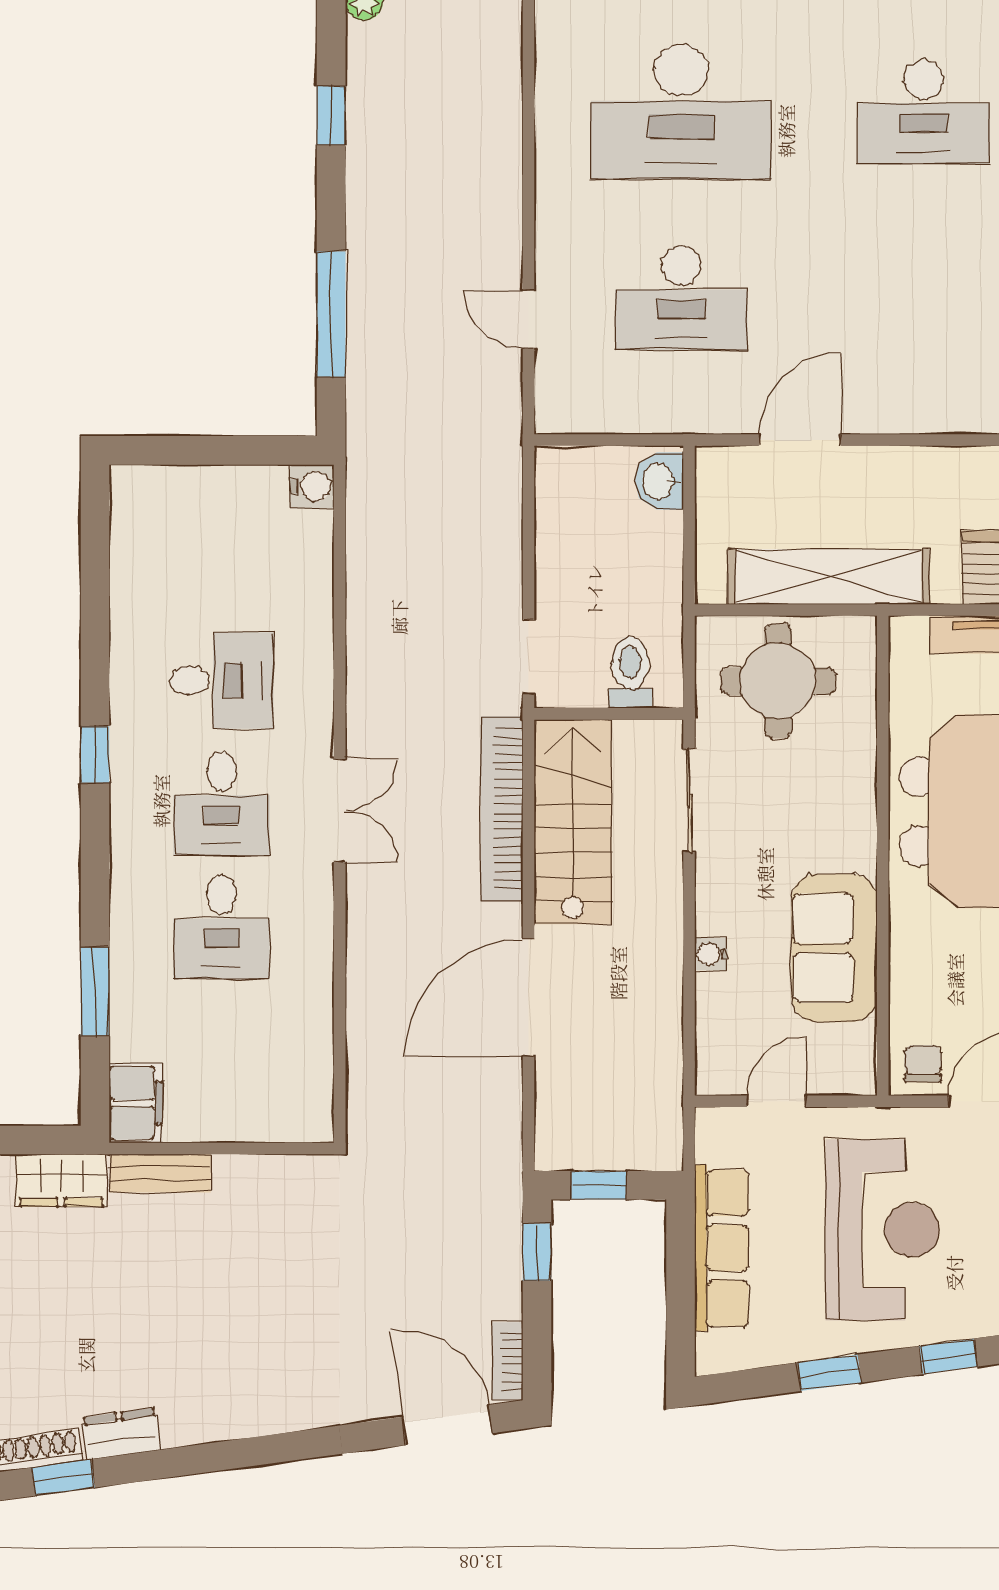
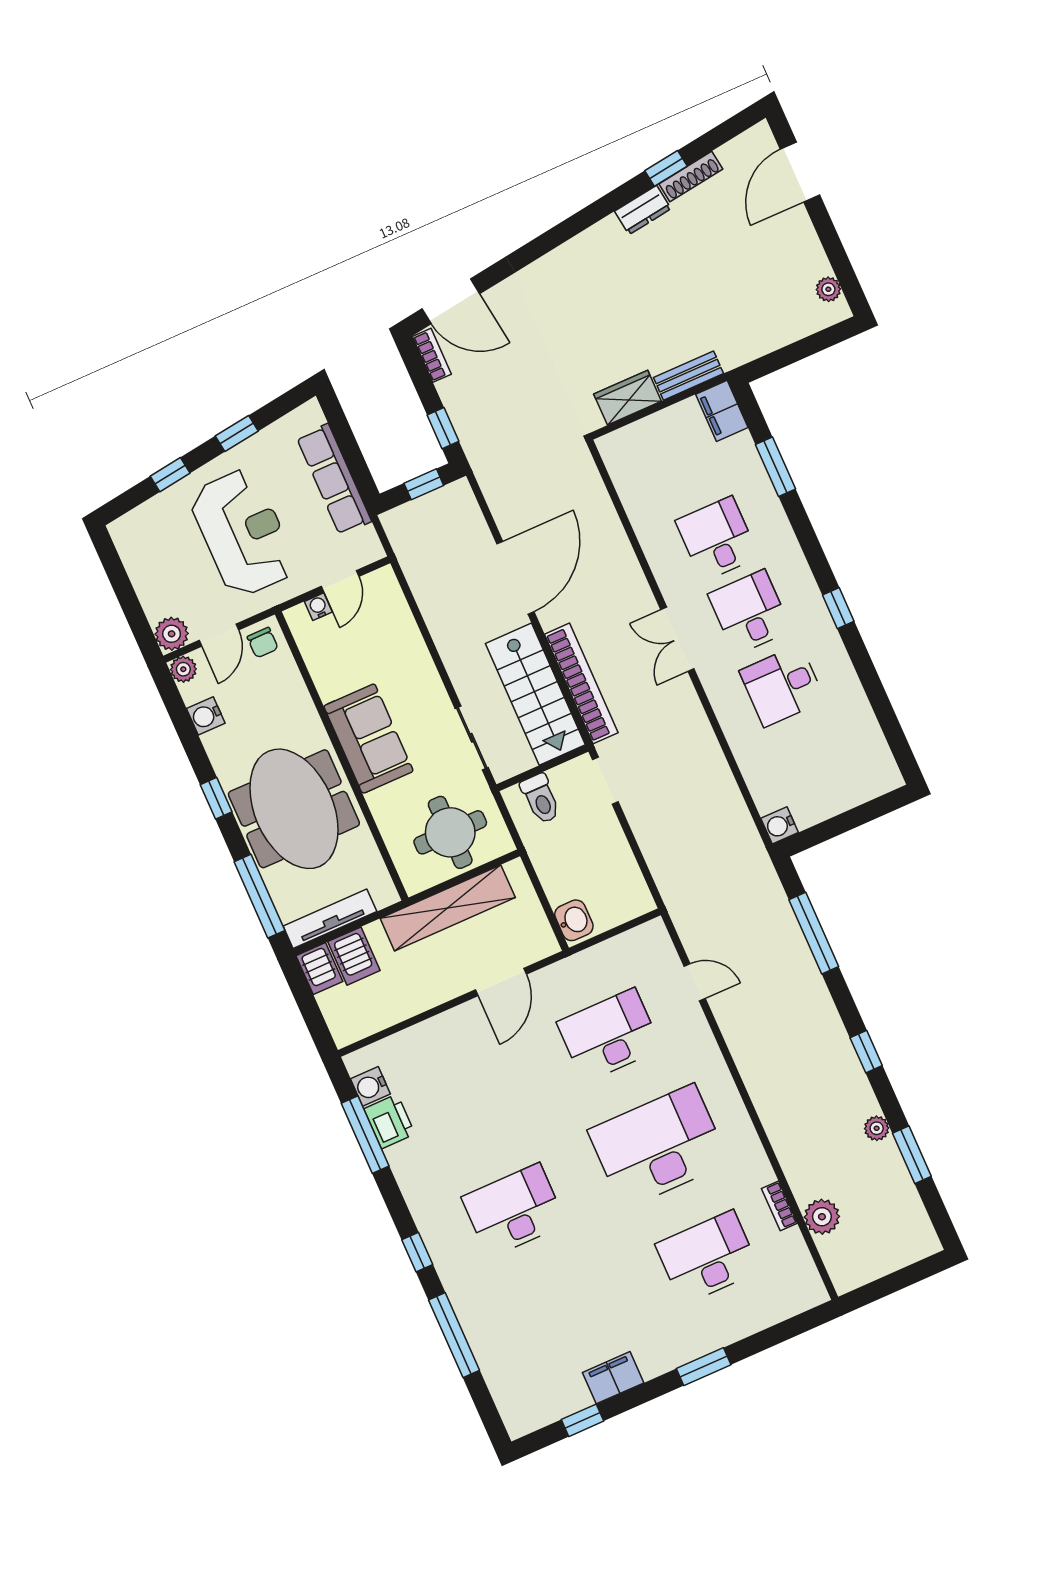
sofa: (834, 948) -> (368, 739), moved
water cooler: (711, 954) -> (318, 607), moved, turned -90
wardrobe: (61, 1180) -> (628, 398), moved
reception desk: (882, 1230) -> (243, 533), turned 180

